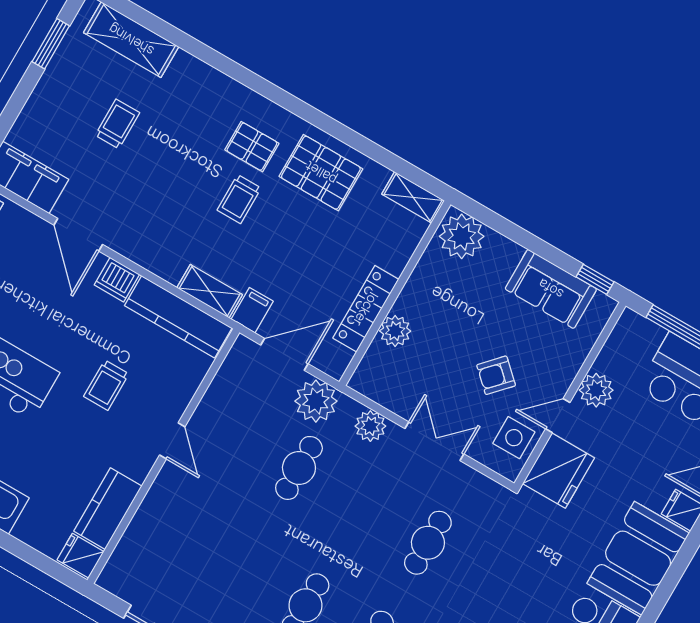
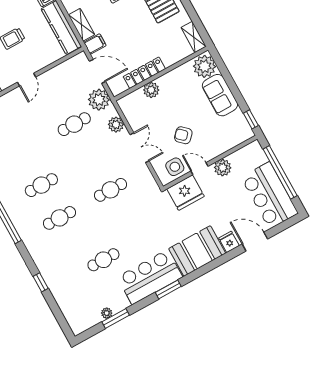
sofa: (551, 289) -> (220, 95), moved

